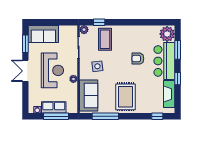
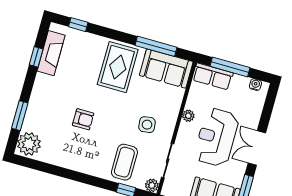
bar counter: (164, 61) -> (44, 105), removed
double door: (25, 71) -> (257, 148), swing flipped
window: (178, 79) -> (36, 57), moved
sofa: (89, 96) -> (166, 69), moved, turned -90
row of seats: (54, 107) -> (213, 76), moved

